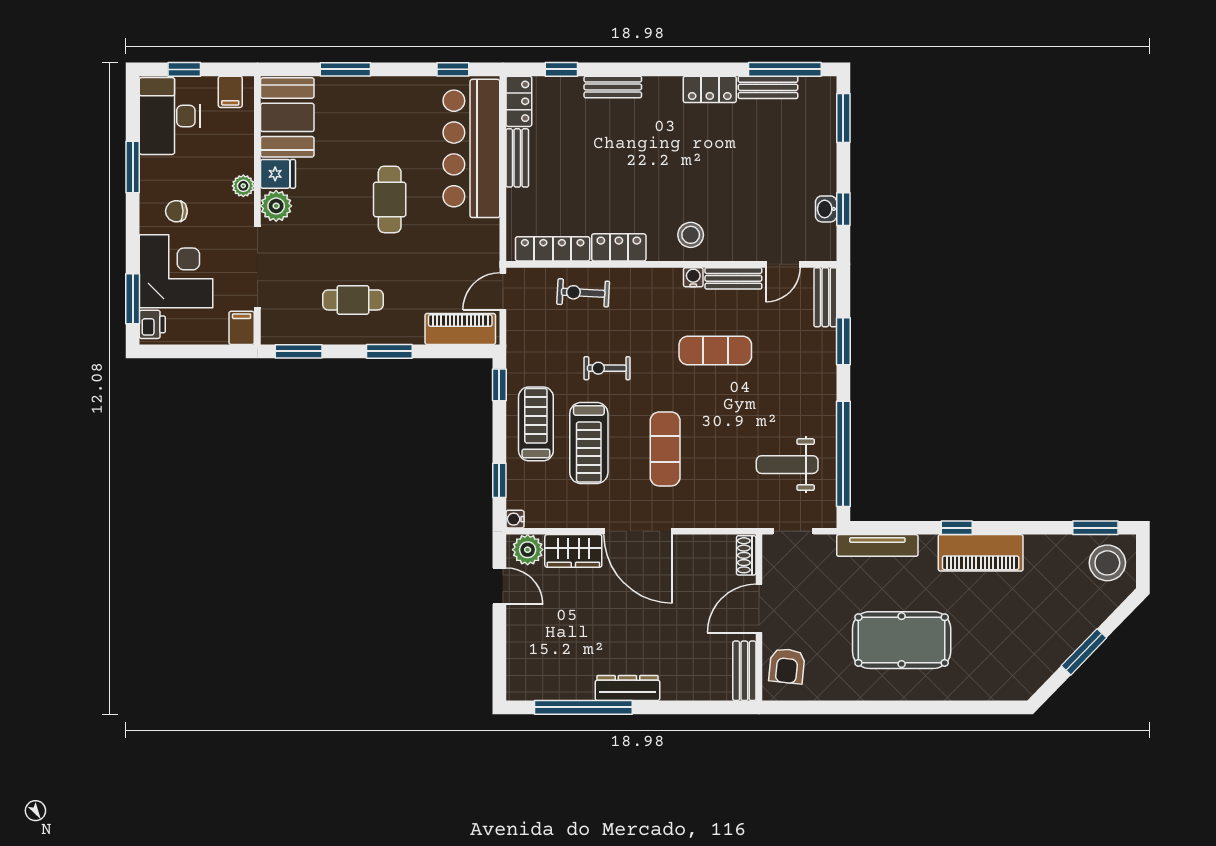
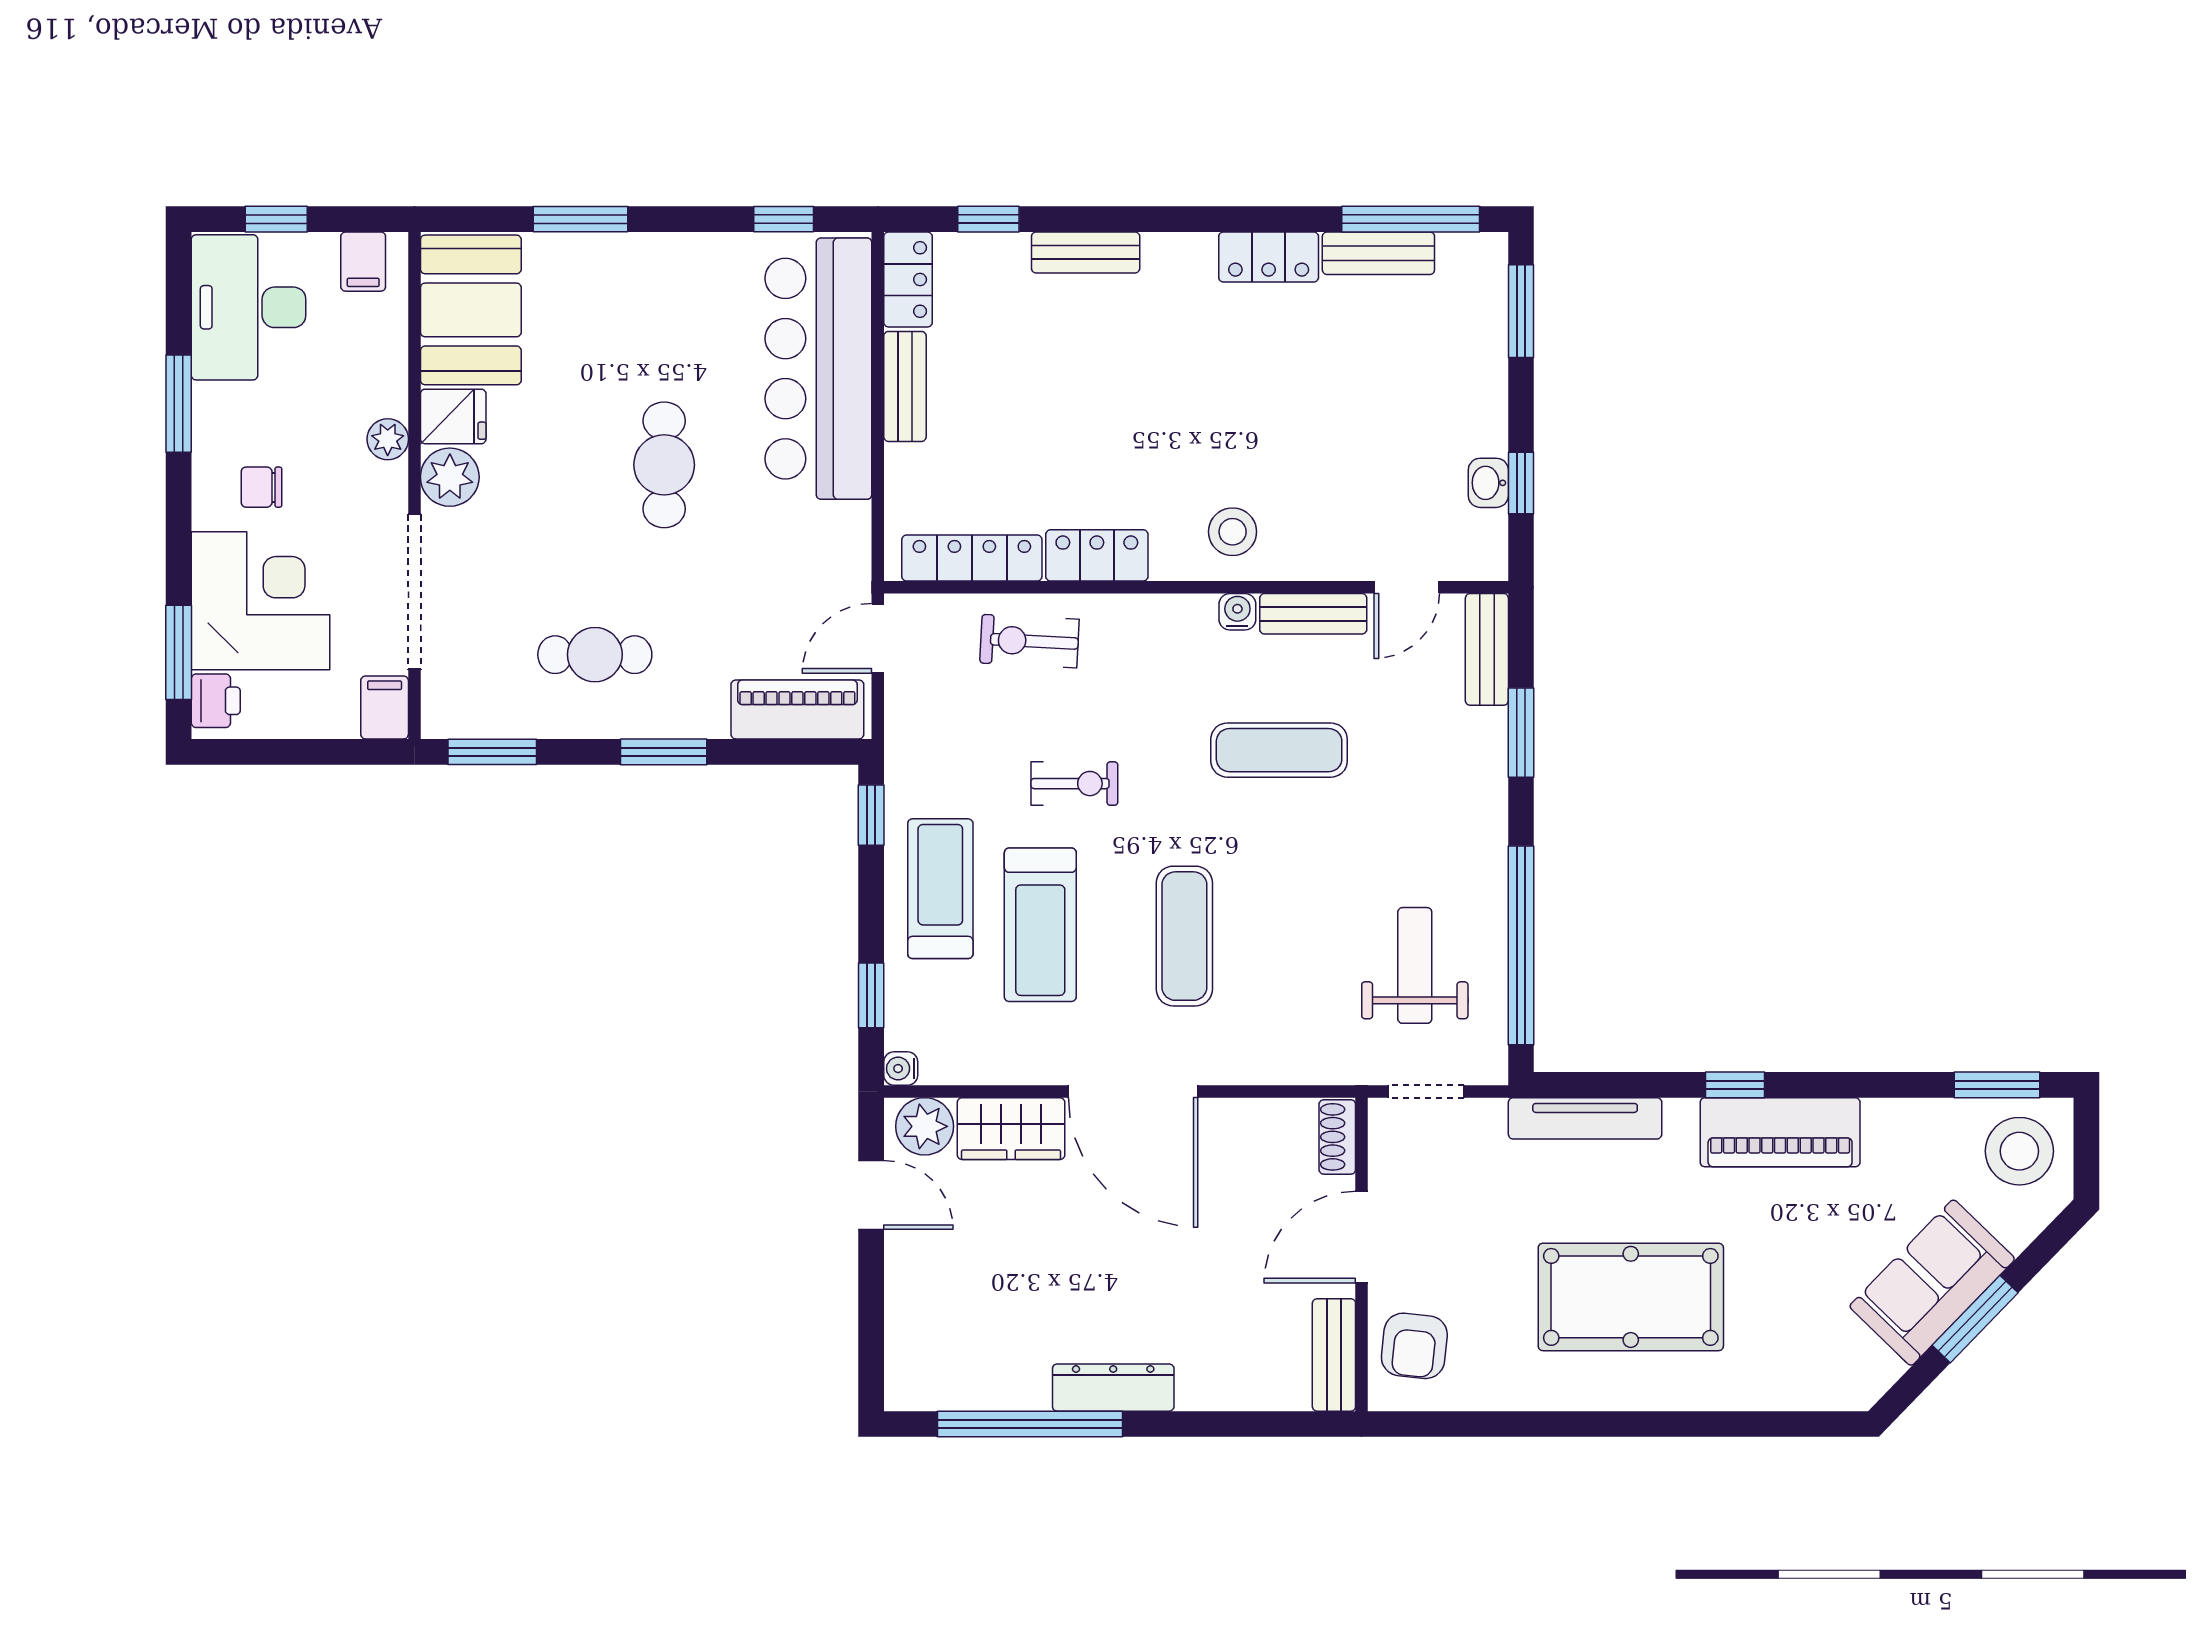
exercise bike: (607, 368) -> (1074, 784), turned 180
weight bench: (787, 465) -> (1415, 965), turned 90
sofa: (1061, 632) -> (1932, 1283), added

